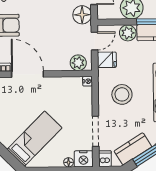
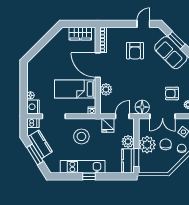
door: (95, 41) -> (122, 116), swing flipped
plant: (78, 63) -> (106, 89), moved
door: (28, 74) -> (98, 65), swing flipped
bed: (35, 139) -> (75, 89), moved, turned 135

